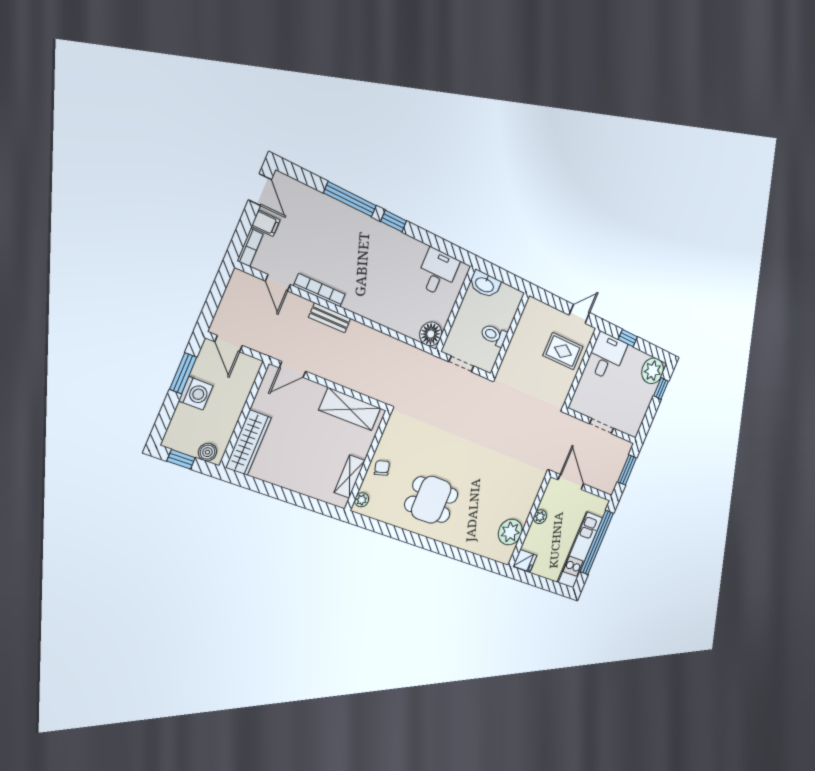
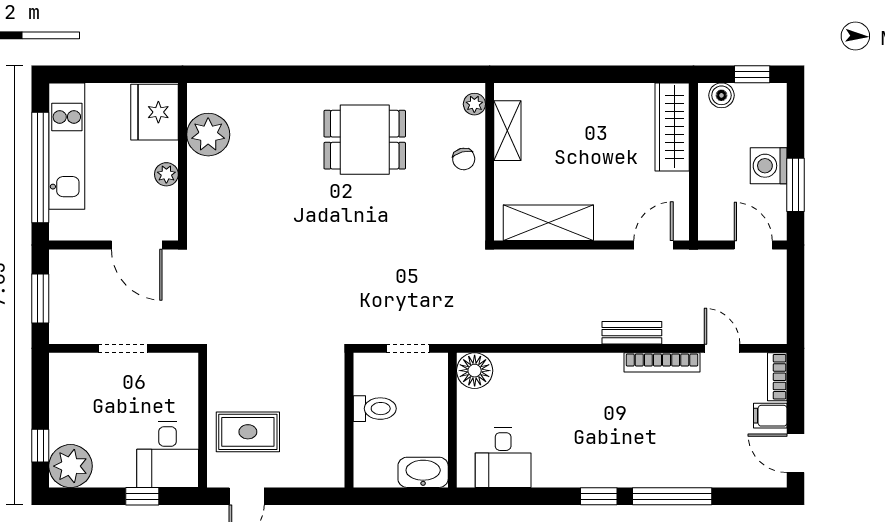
fridge: (525, 561) -> (155, 112), width x1.88, depth x1.34

